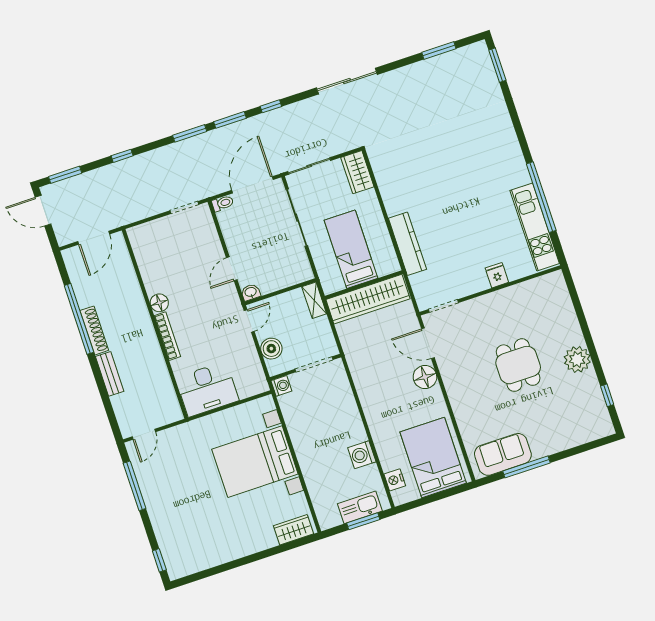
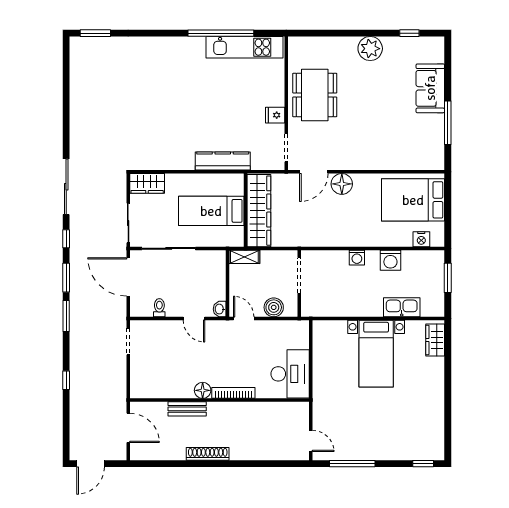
window: (439, 50) -> (66, 79), removed
sliding door: (347, 81) -> (66, 187), moved
window: (65, 175) -> (66, 434), removed
toilet: (223, 203) -> (159, 308), moved
fridge: (497, 275) -> (275, 115), moved
window: (79, 319) -> (193, 464), removed
dining table: (518, 365) -> (315, 95), moved, width x1.37
bench: (110, 374) -> (187, 409), moved
washing machine: (281, 386) -> (357, 258), moved, turned 180
sofa: (503, 454) -> (430, 88), moved
bed with nightstands: (255, 462) -> (376, 354), width x0.73
kitchen sink: (360, 507) -> (402, 307), moved, turned 90

